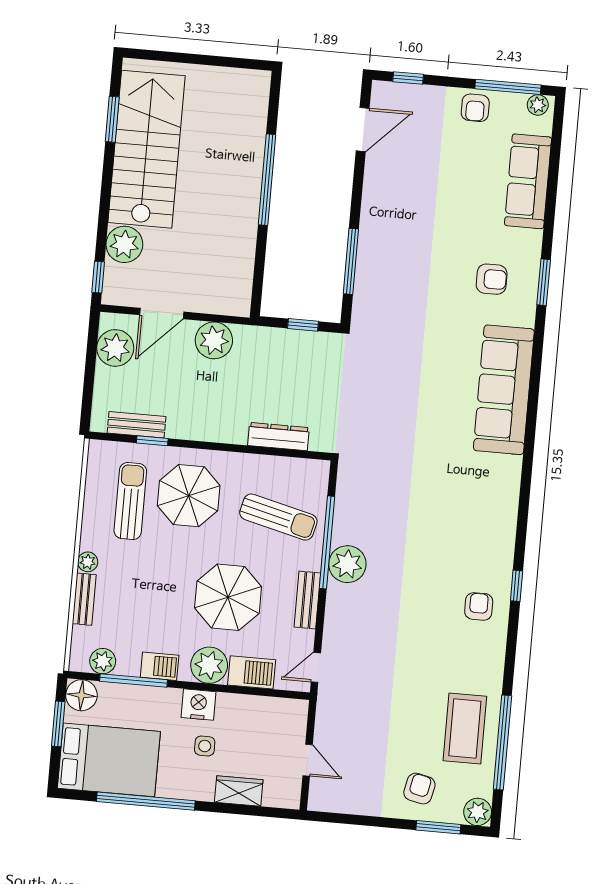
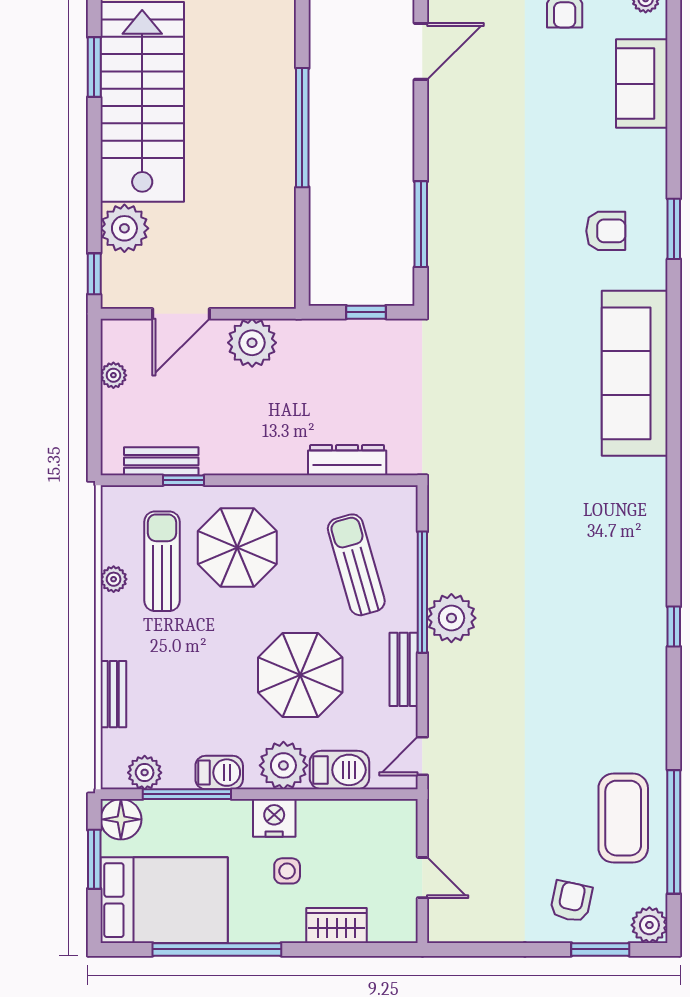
sofa: (528, 181) -> (642, 84), width x0.73
plant: (115, 348) -> (113, 375), width x0.53, depth x0.53
sun lounger: (278, 517) -> (356, 565), turned -120
plant: (88, 562) -> (114, 579), moved
armchair: (479, 606) -> (627, 658), removed

